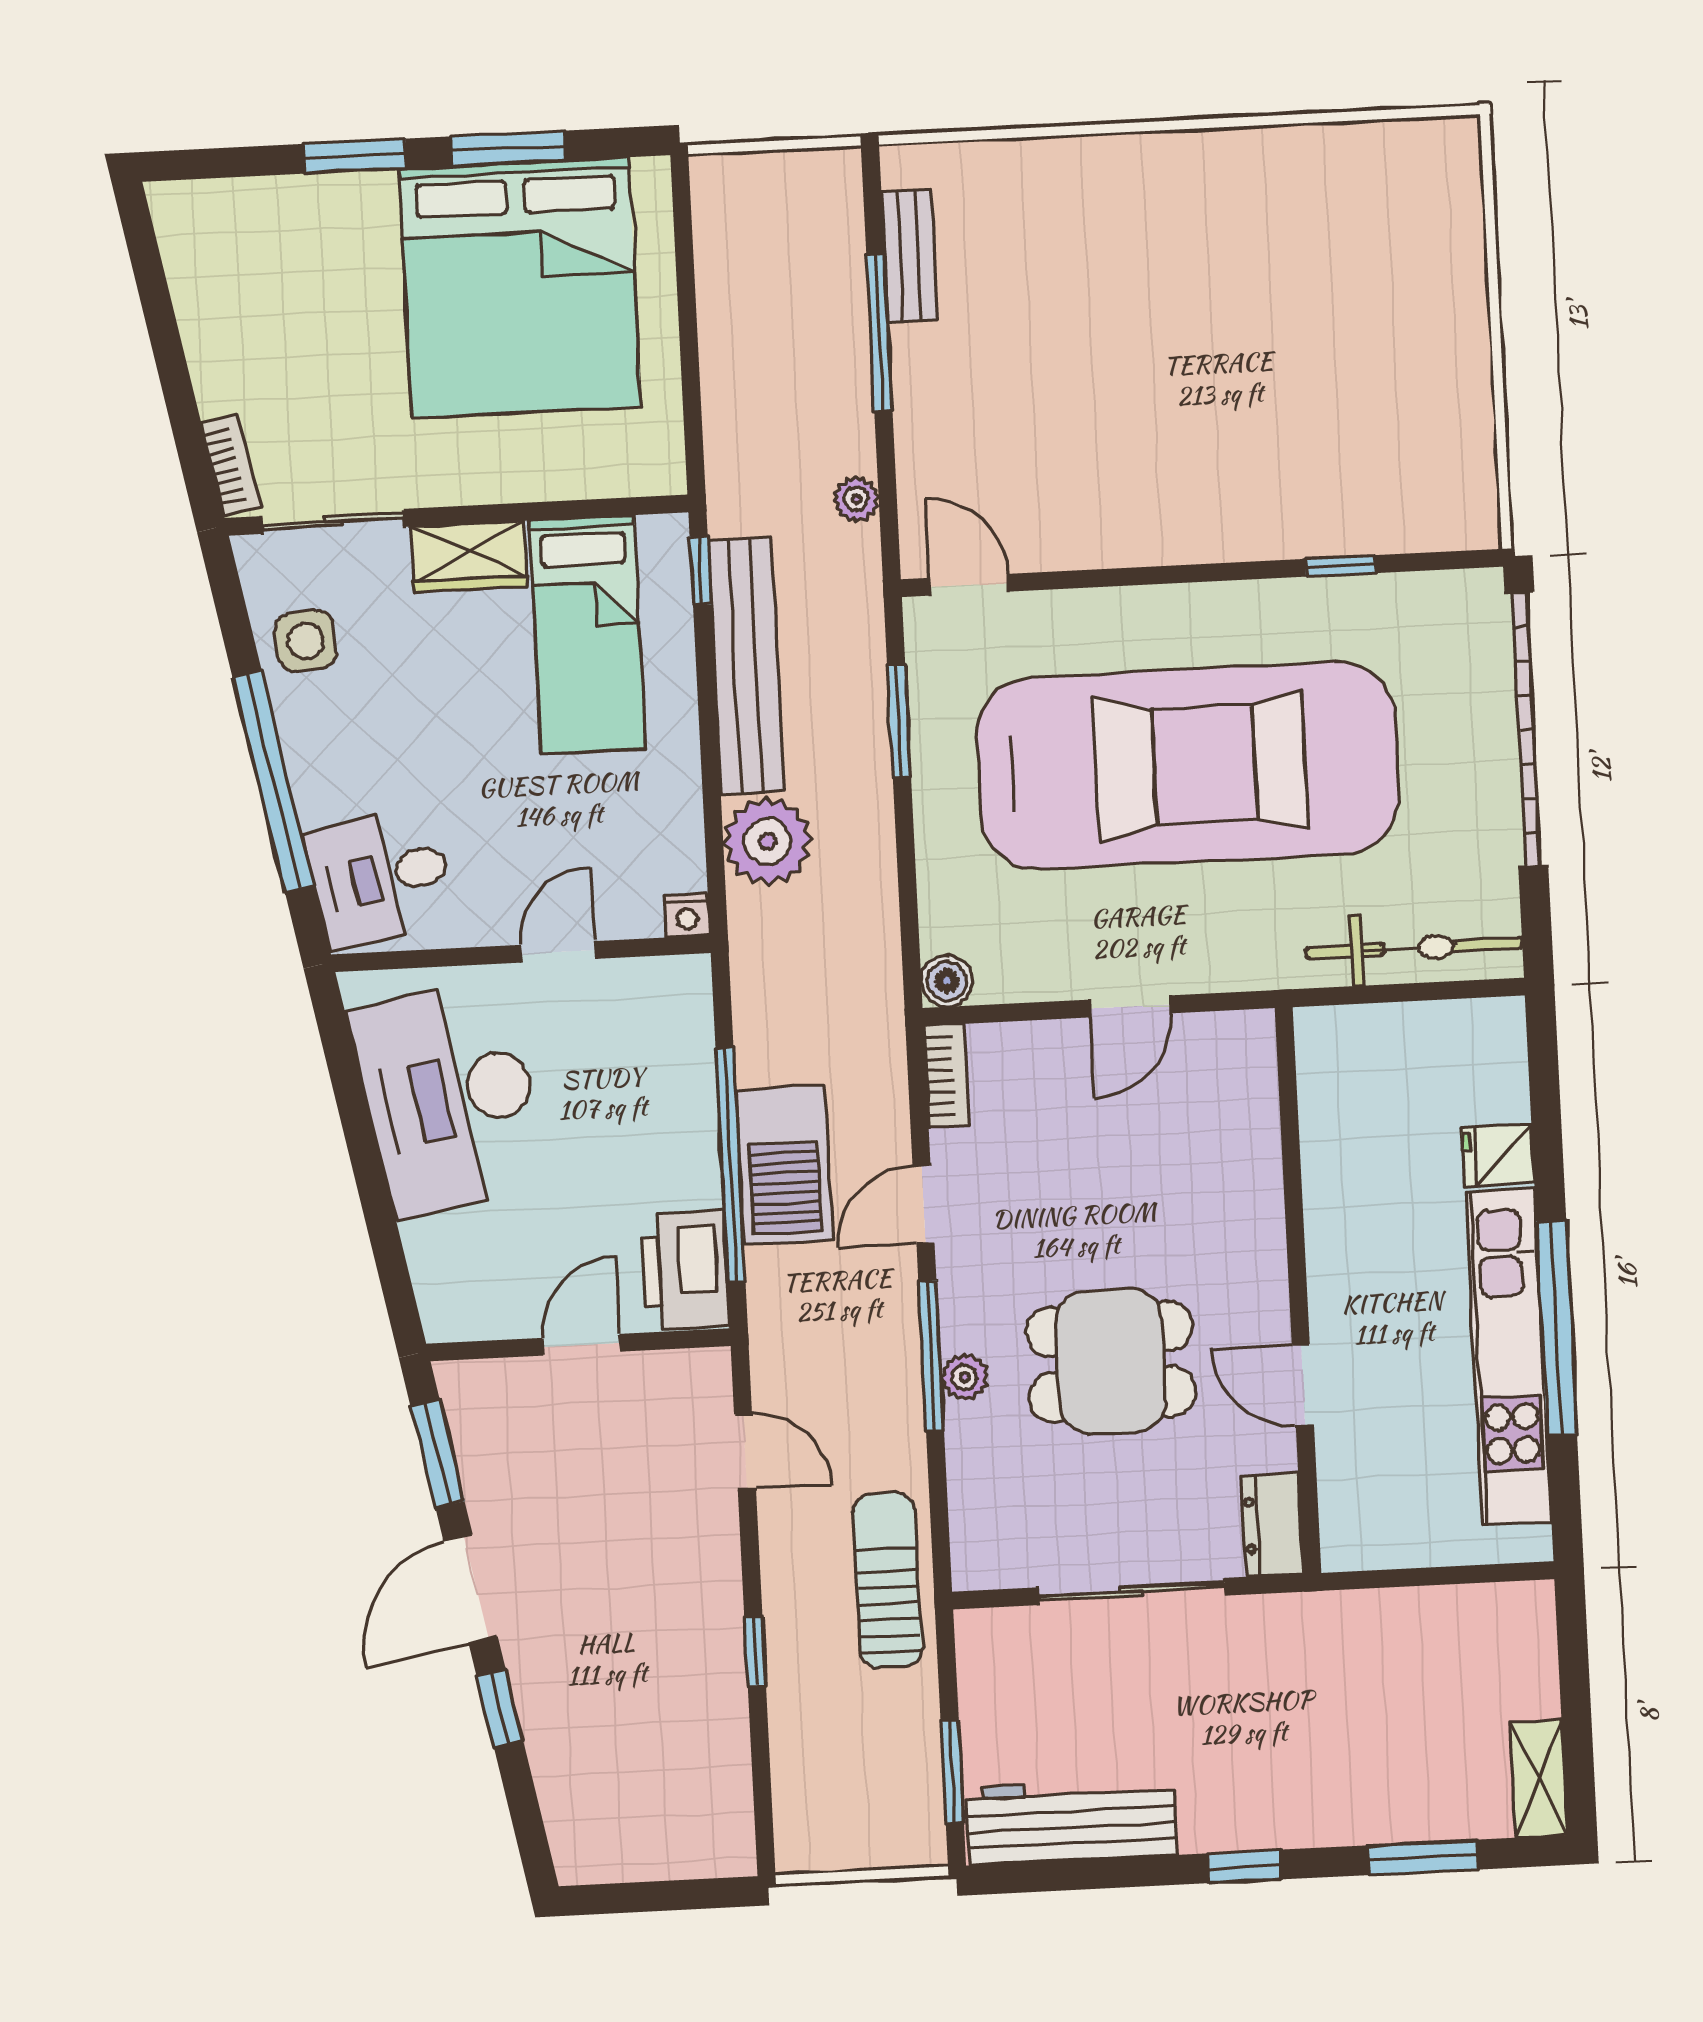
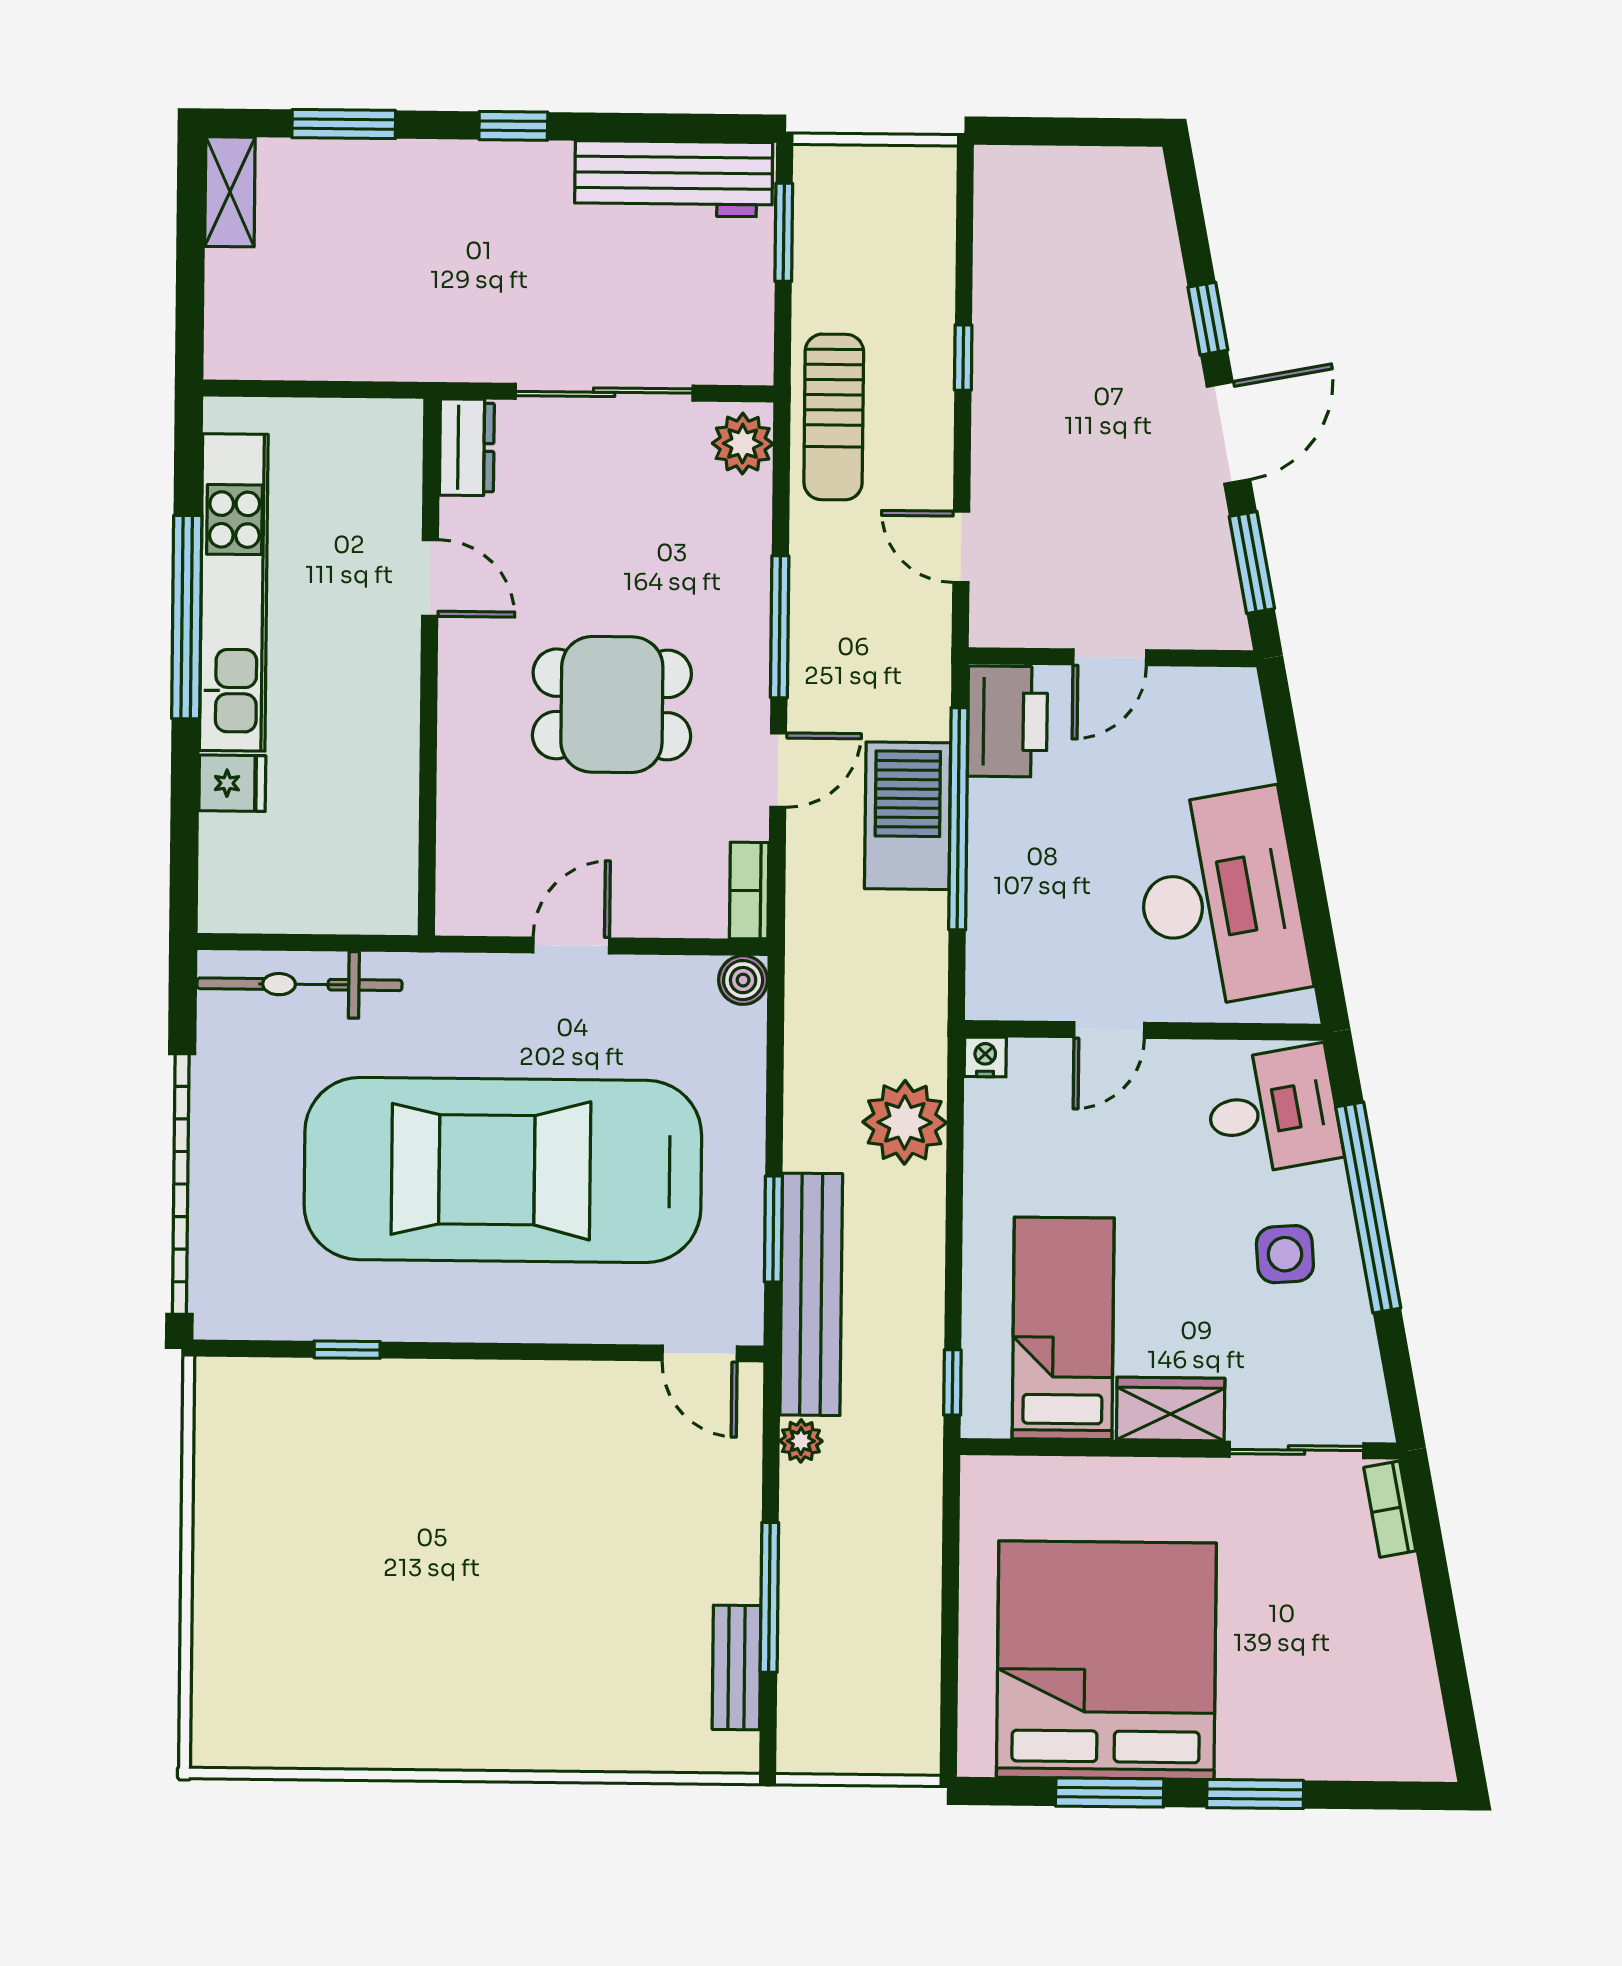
side table: (306, 641) -> (1285, 1254), moved
bench: (746, 666) -> (811, 1294), moved
dining table: (1111, 1362) -> (612, 704), moved
plant: (965, 1377) -> (743, 444), moved, width x1.38, depth x1.38

